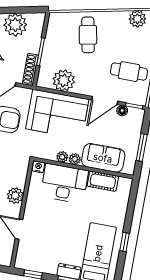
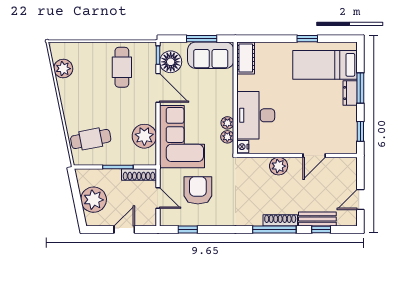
cafe table: (88, 35) -> (91, 139), moved
floor lamp: (122, 111) -> (171, 62), width x1.89, depth x1.89
sofa: (103, 158) -> (211, 55), moved, turned -90
plant: (75, 159) -> (227, 137), moved
cot: (103, 181) -> (246, 58), moved

